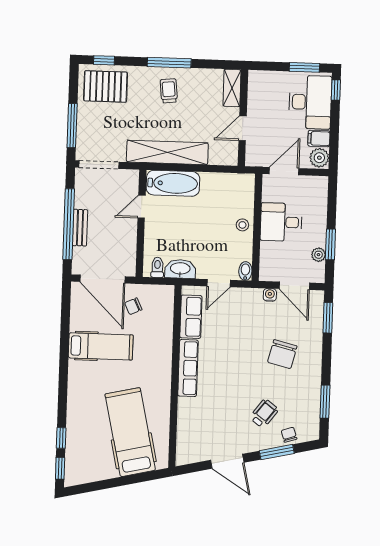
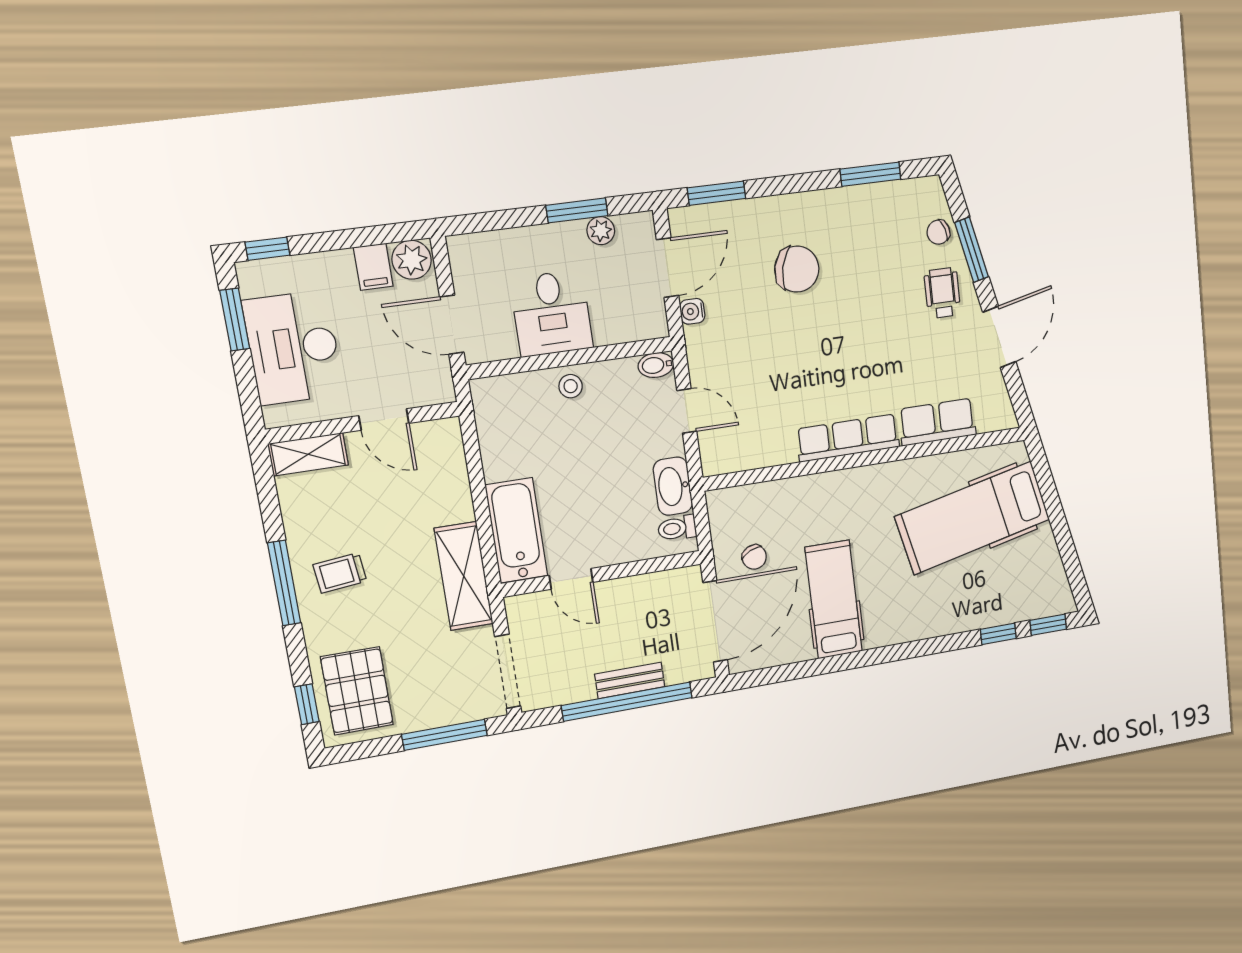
desk: (310, 102) -> (293, 348), moved, turned -90
shelving: (167, 152) -> (464, 576), width x0.68
row of seats: (191, 317) -> (937, 422), moved
wheelchair: (264, 414) -> (942, 293), moved, turned 53

